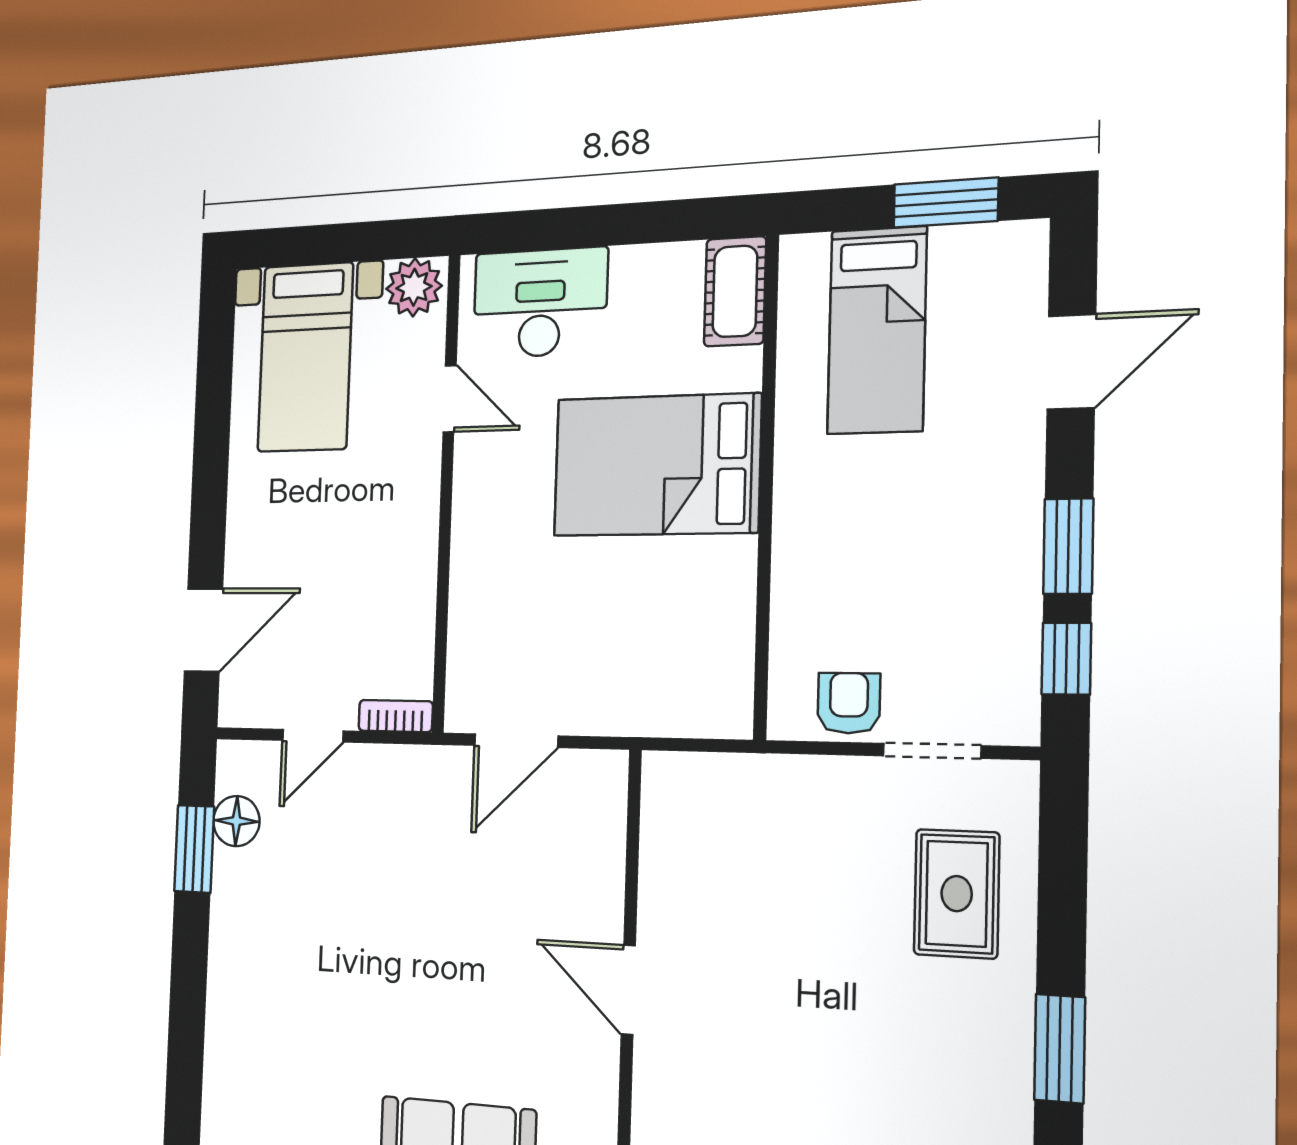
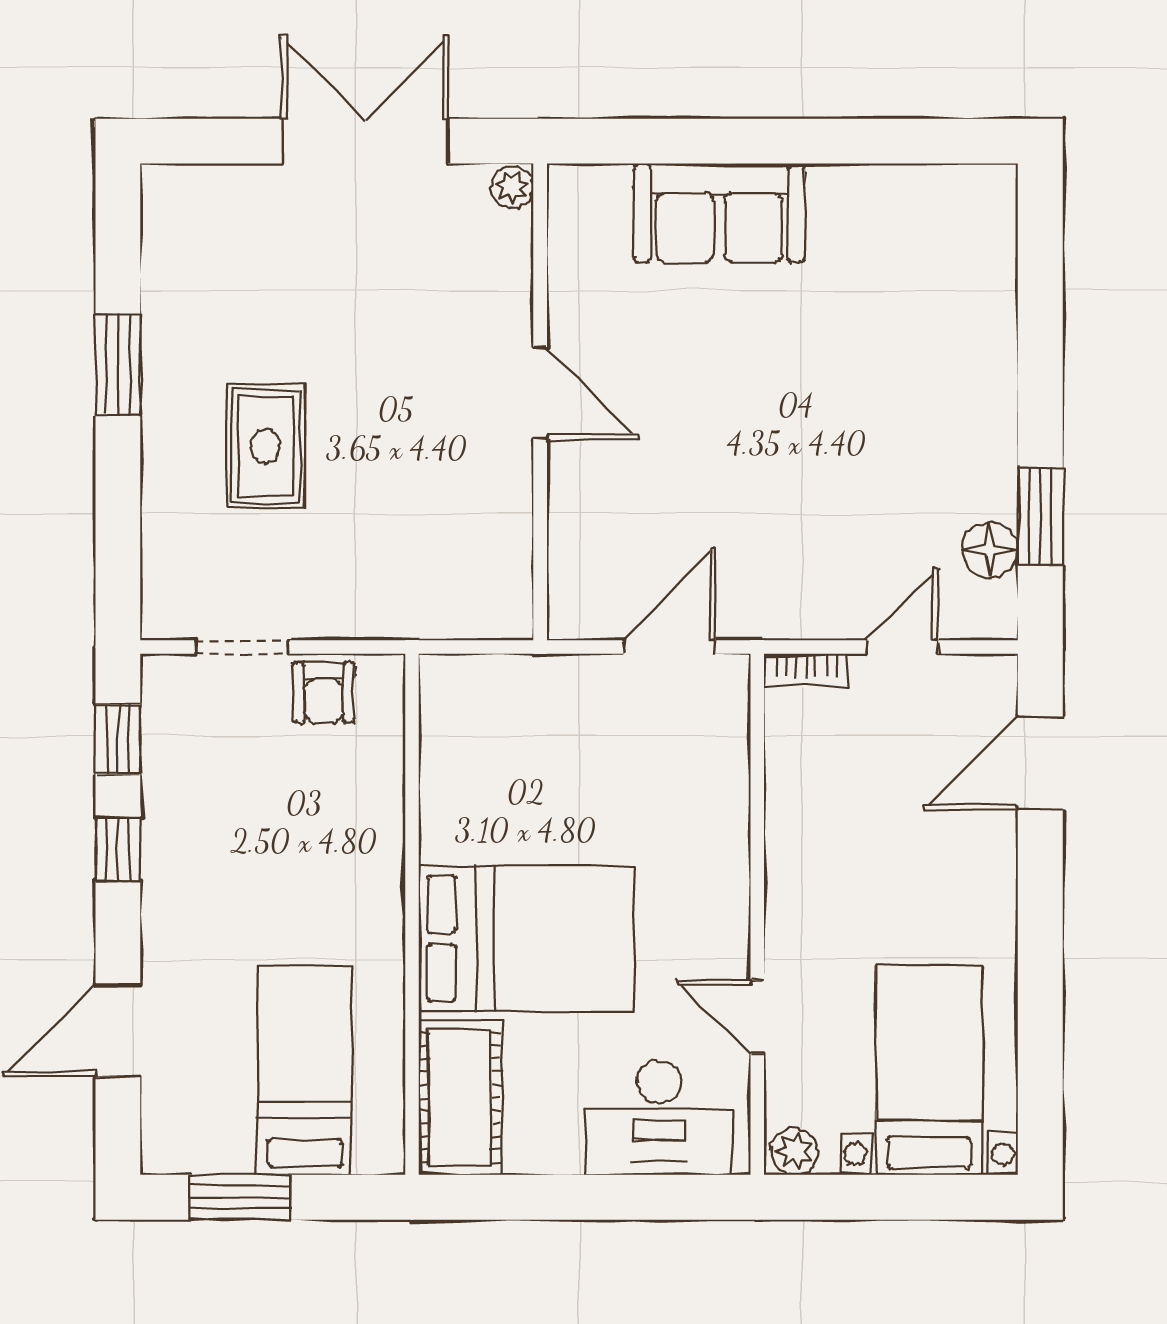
plant: (414, 287) -> (794, 1151), width x0.73, depth x0.73
cot: (735, 291) -> (460, 1098), width x1.37, depth x1.34
window: (1068, 546) -> (118, 849), width x0.67
rug: (957, 894) -> (266, 446), moved

